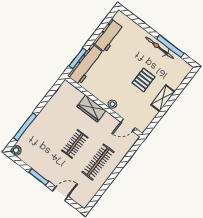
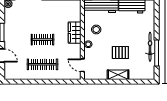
stool: (104, 86) -> (96, 29), added

